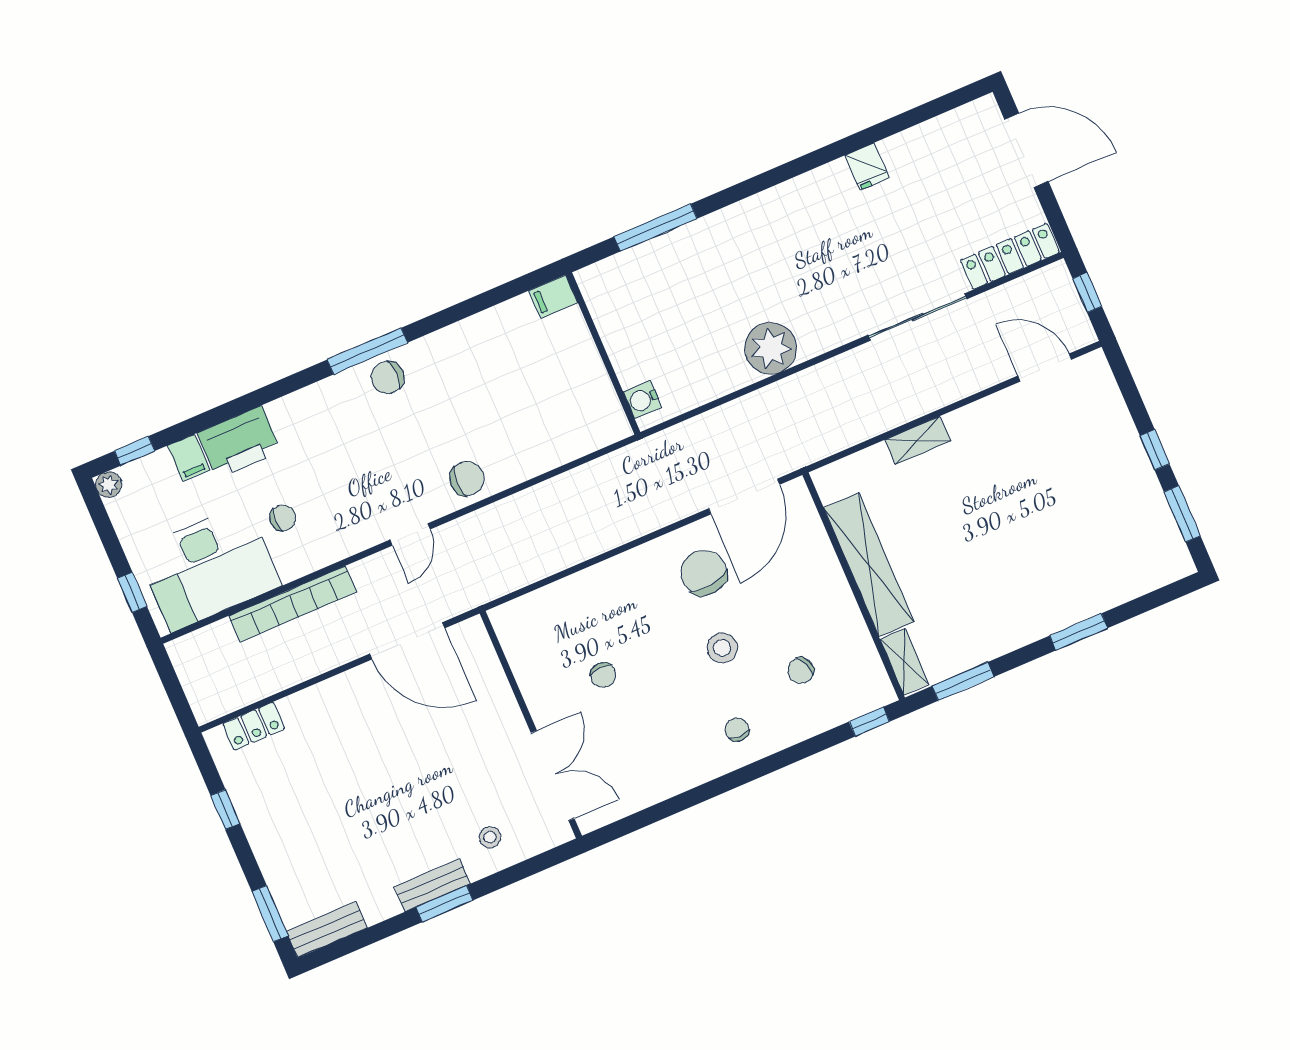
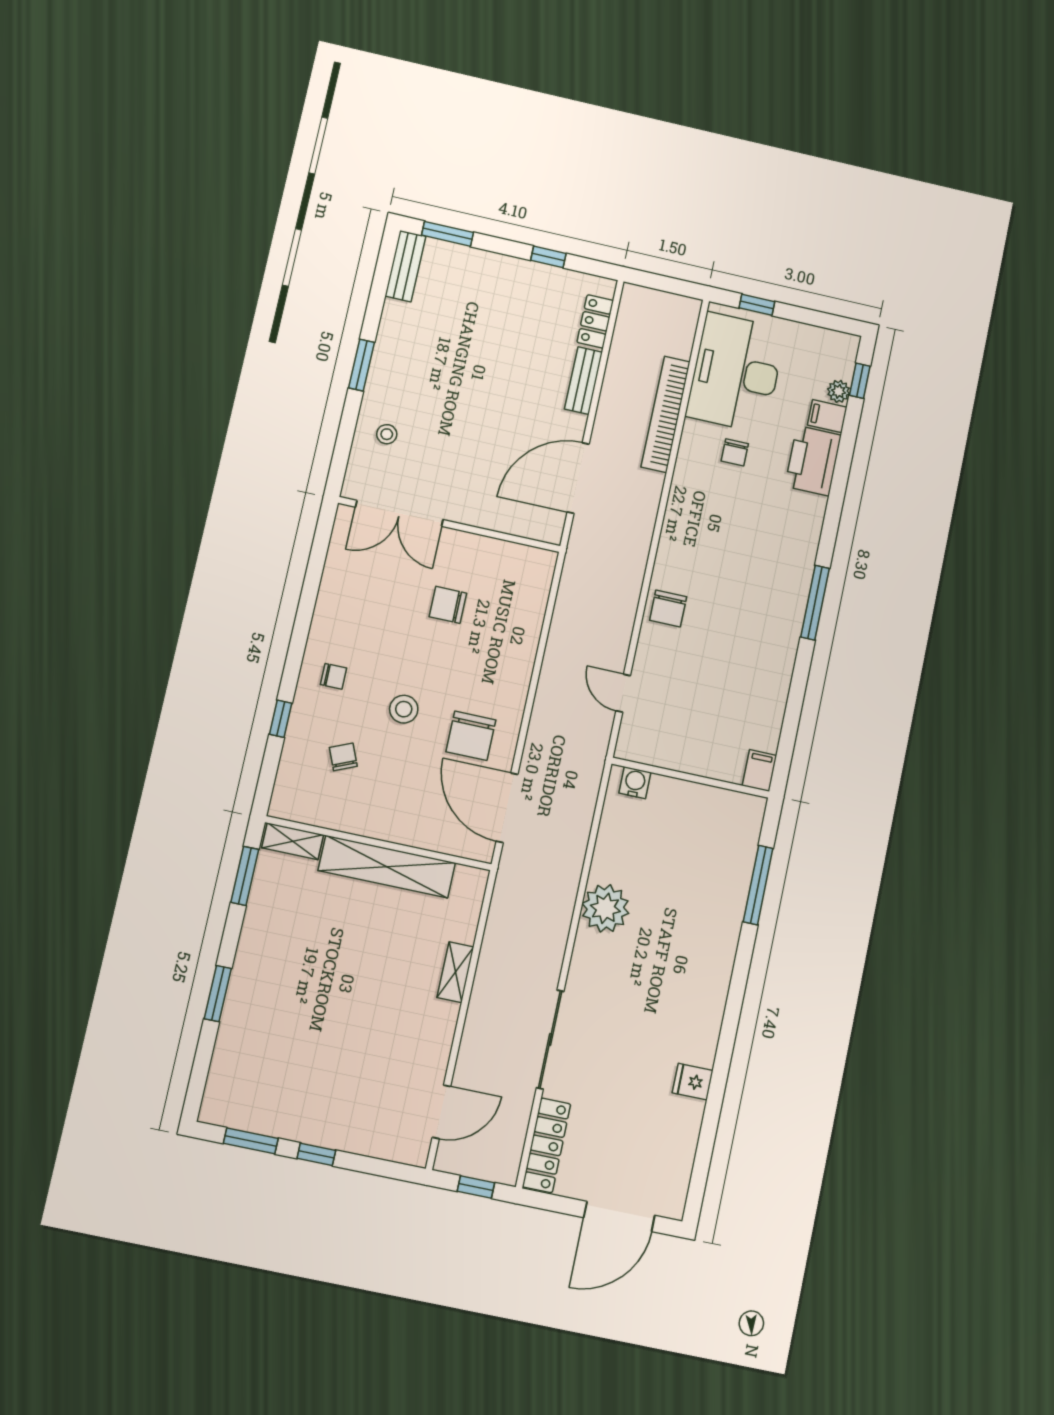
chair: (387, 378) -> (785, 604), removed
plant: (109, 485) -> (839, 391), moved
door: (410, 534) -> (623, 693), moved
chair: (704, 573) -> (471, 736), turned 98
chair: (603, 675) -> (448, 605), width x1.37, depth x1.37
window: (869, 722) -> (281, 719), moved
bench: (432, 885) -> (583, 381), moved

